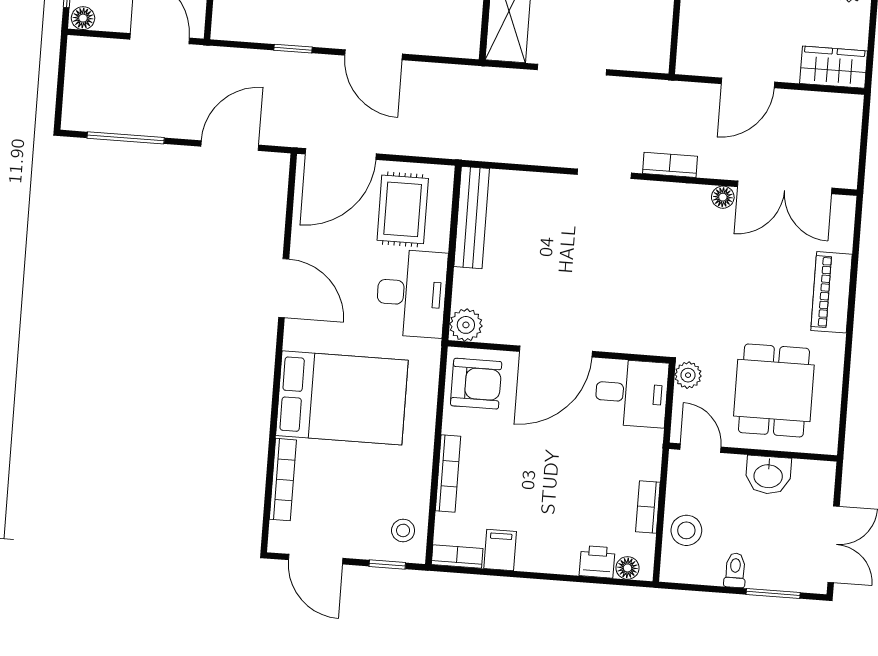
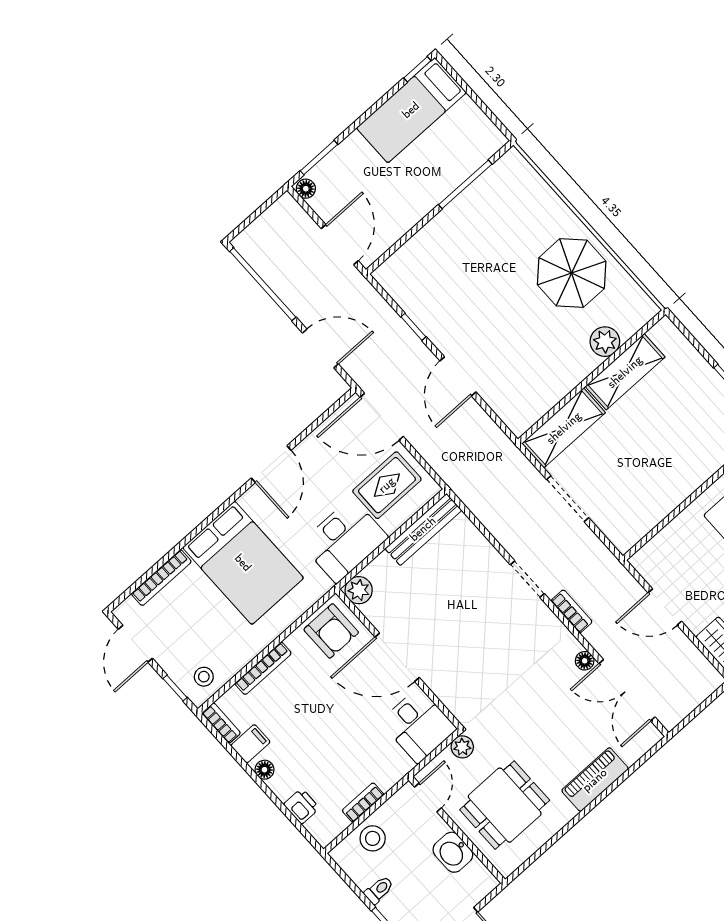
window: (126, 138) -> (263, 284), width x1.46
floor lamp: (628, 568) -> (265, 770), moved

